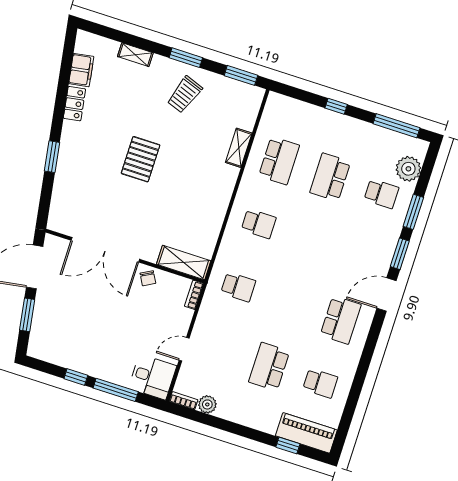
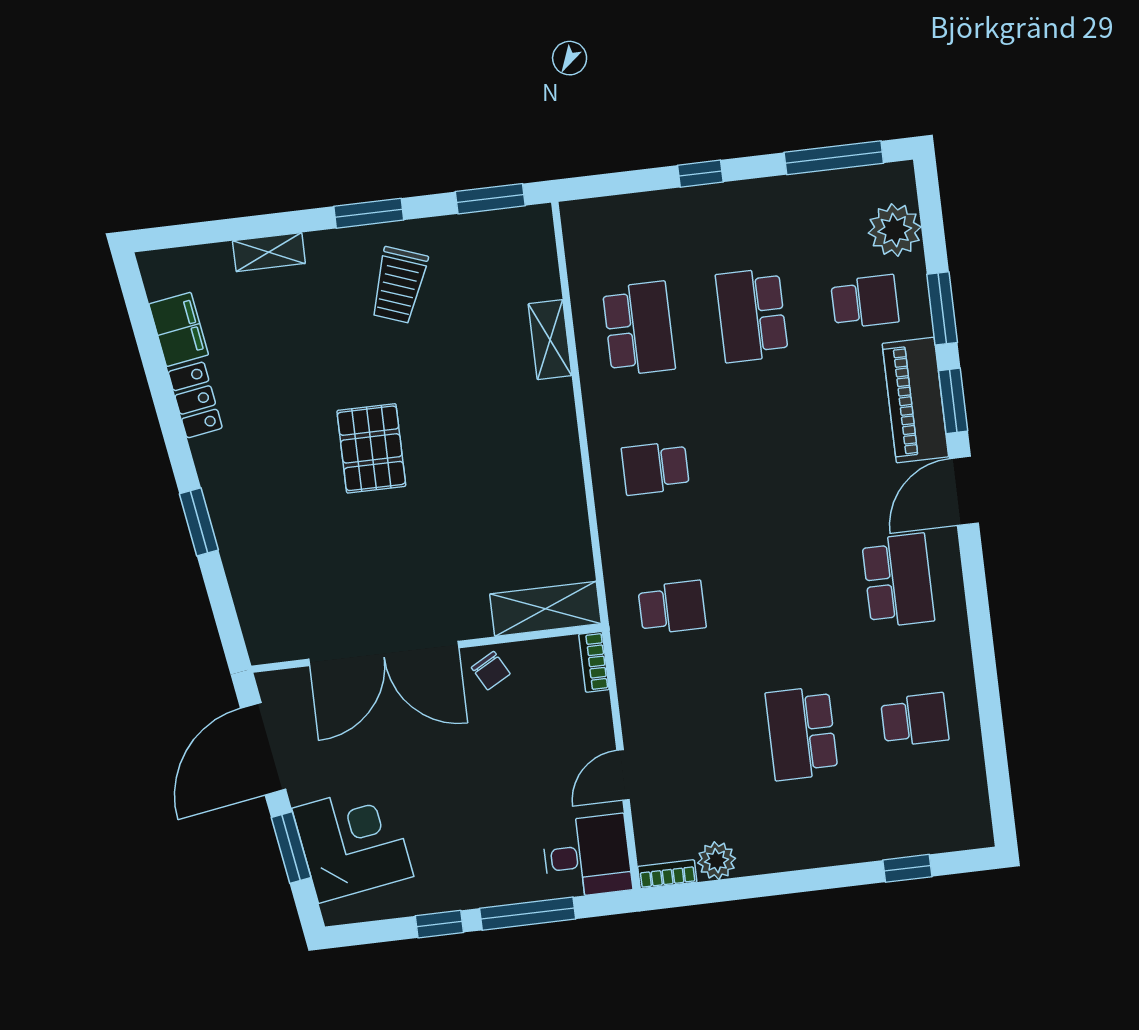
school desk: (259, 224) -> (655, 468), turned 180
corner desk: (55, 325) -> (353, 842), added
piano: (306, 433) -> (915, 400), moved, turned -90

